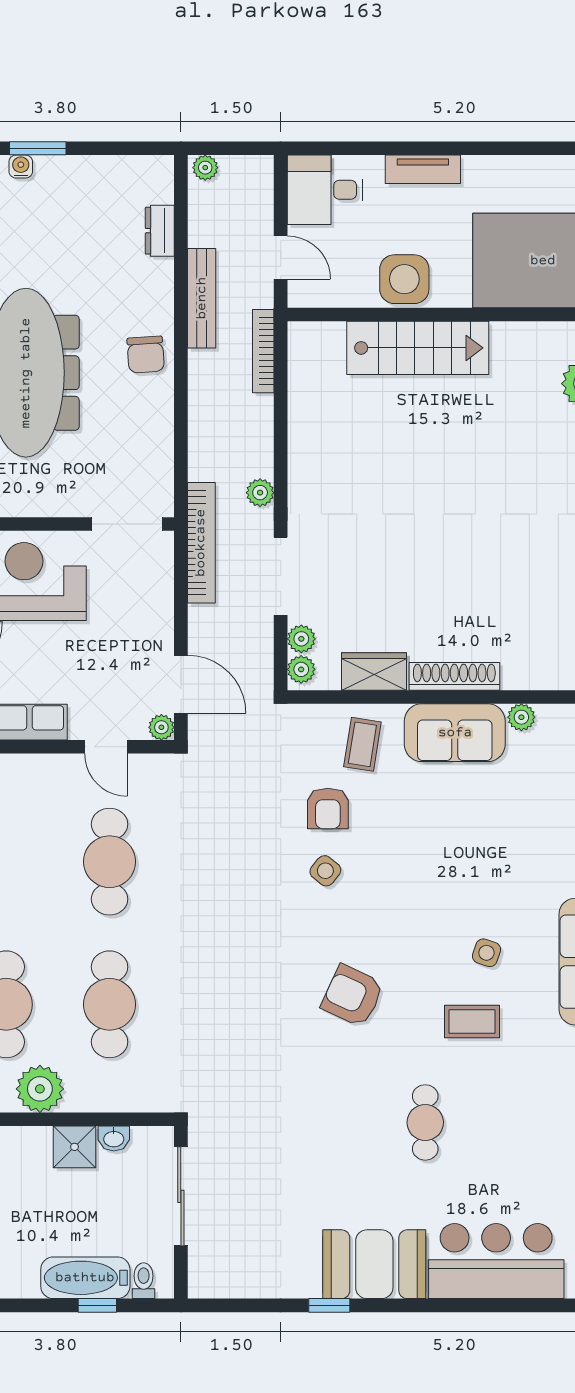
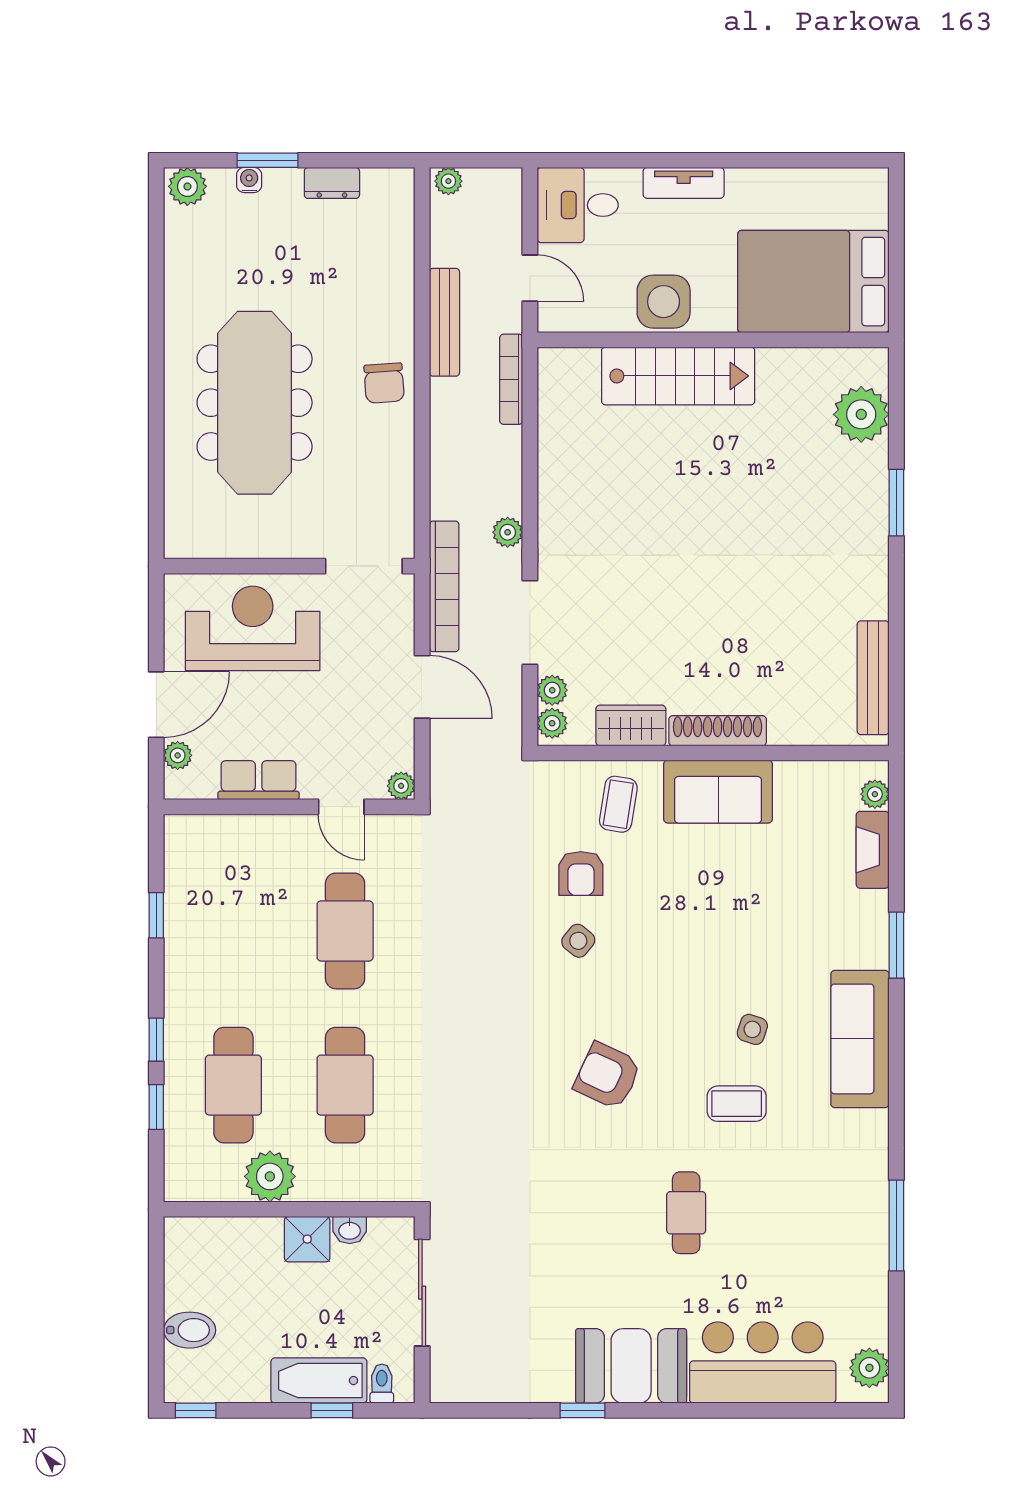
dresser: (160, 231) -> (332, 183), moved, turned -90
door: (181, 684) -> (422, 687), moved
plant: (521, 717) -> (790, 775), removed

